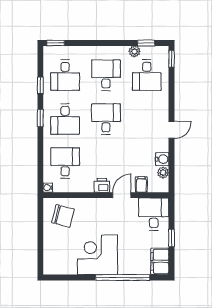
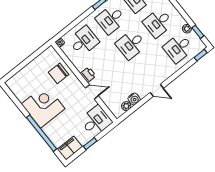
desk: (106, 75) -> (158, 23), turned 180
desk: (106, 119) -> (131, 44), turned 180
filing cabinet: (141, 185) -> (108, 99), removed
chair: (63, 216) -> (59, 73), moved, turned 75

